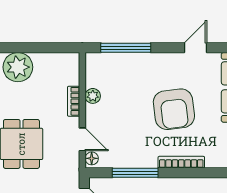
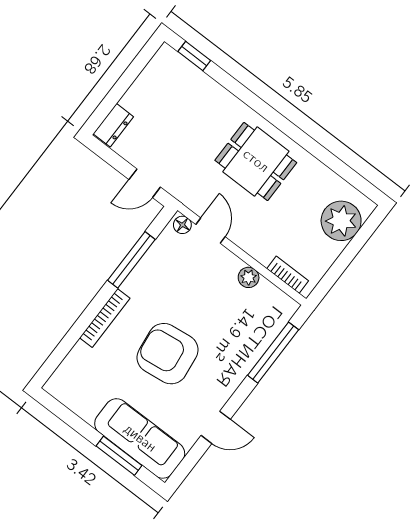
door: (195, 48) -> (216, 427), hinge flipped
bookcase: (74, 101) -> (288, 275), moved
door: (82, 139) -> (210, 231), swing flipped

